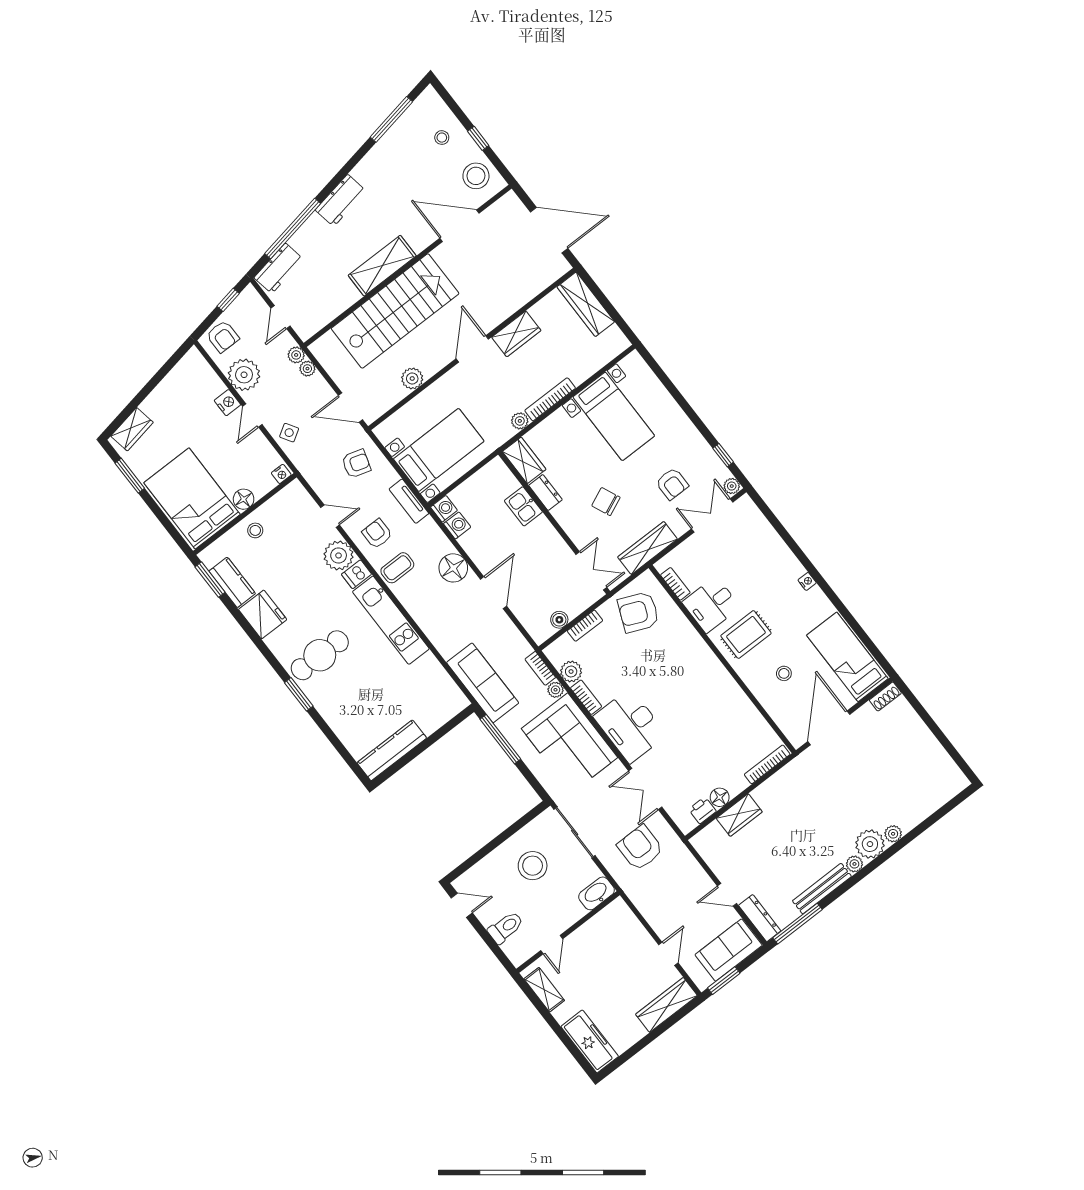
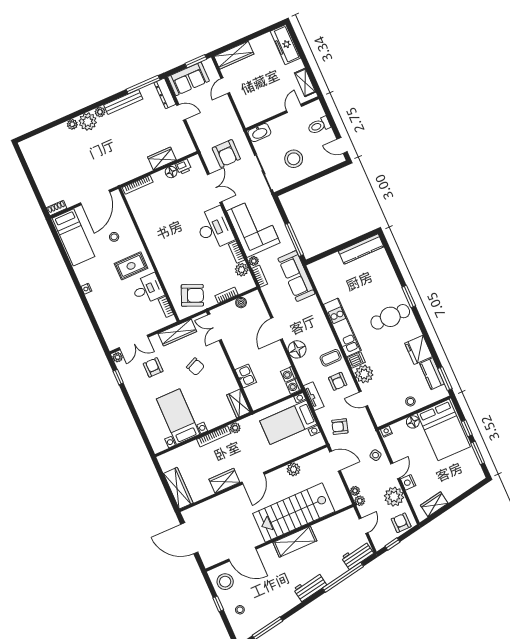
wardrobe: (132, 429) -> (434, 504), moved
dresser: (545, 492) -> (230, 381), removed
window: (157, 510) -> (467, 428), added

